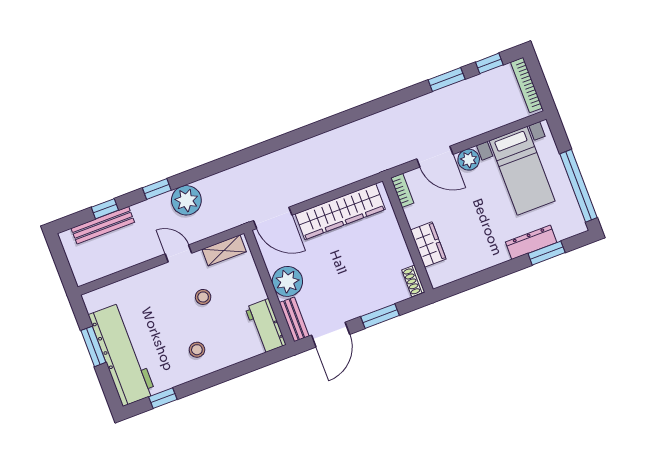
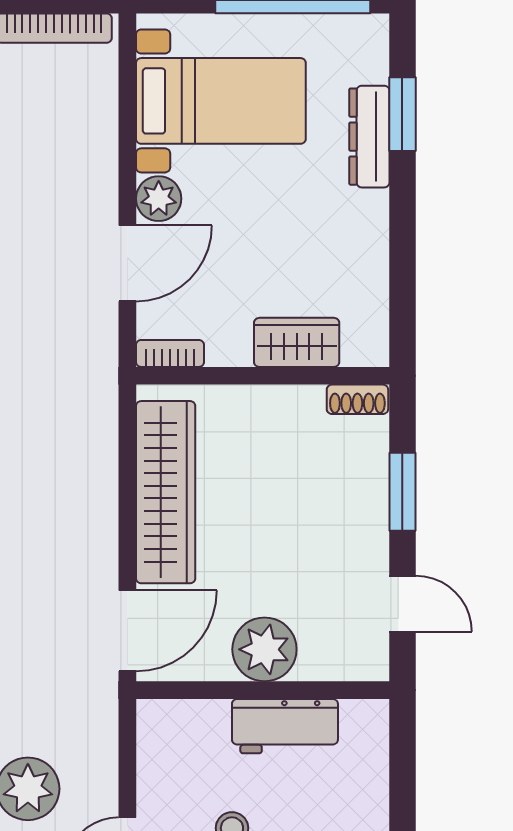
shelving: (224, 250) -> (156, 752), removed
bench: (294, 319) -> (345, 664), removed
workbench: (266, 326) -> (285, 726), moved
door: (331, 335) -> (402, 604), width x0.73

